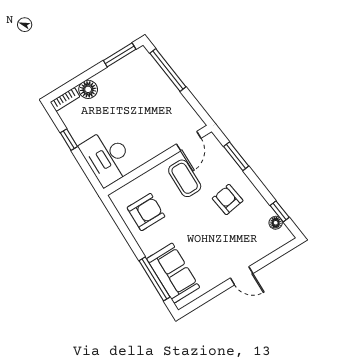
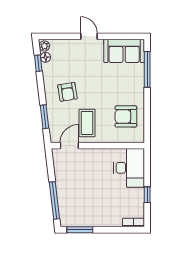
floor lamp: (88, 89) -> (114, 220), removed
plant: (285, 235) -> (44, 46), added
sofa: (173, 273) -> (124, 51), moved, turned -90

